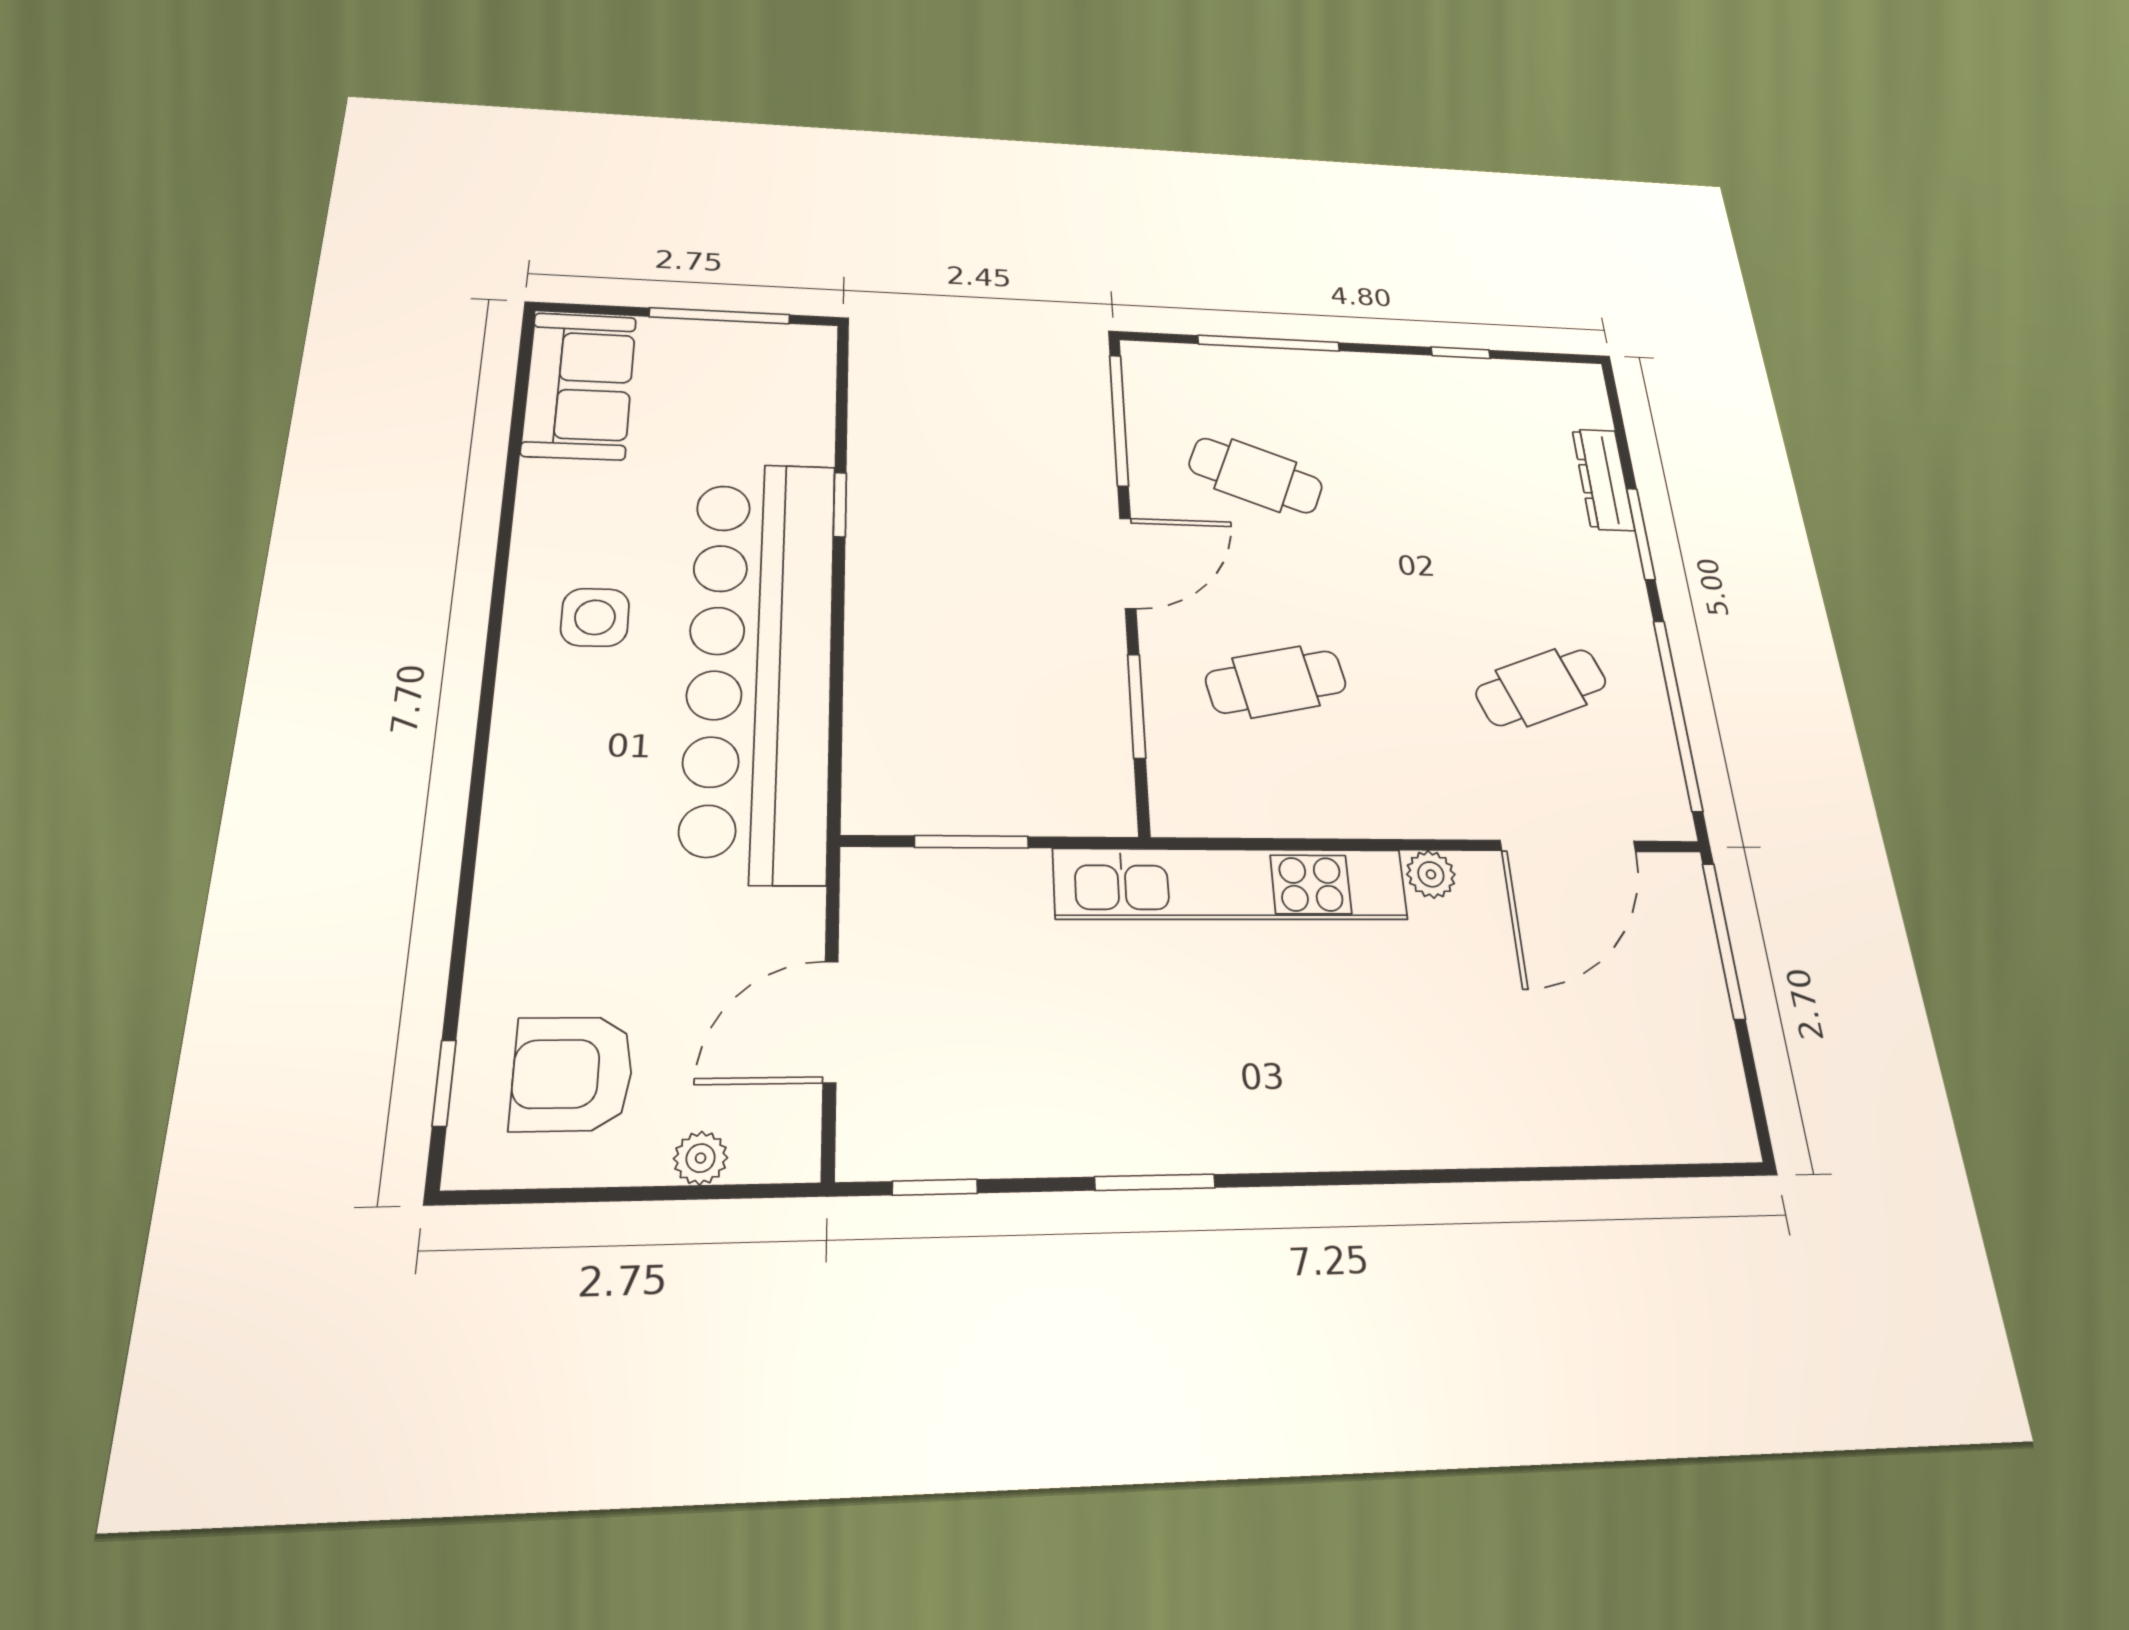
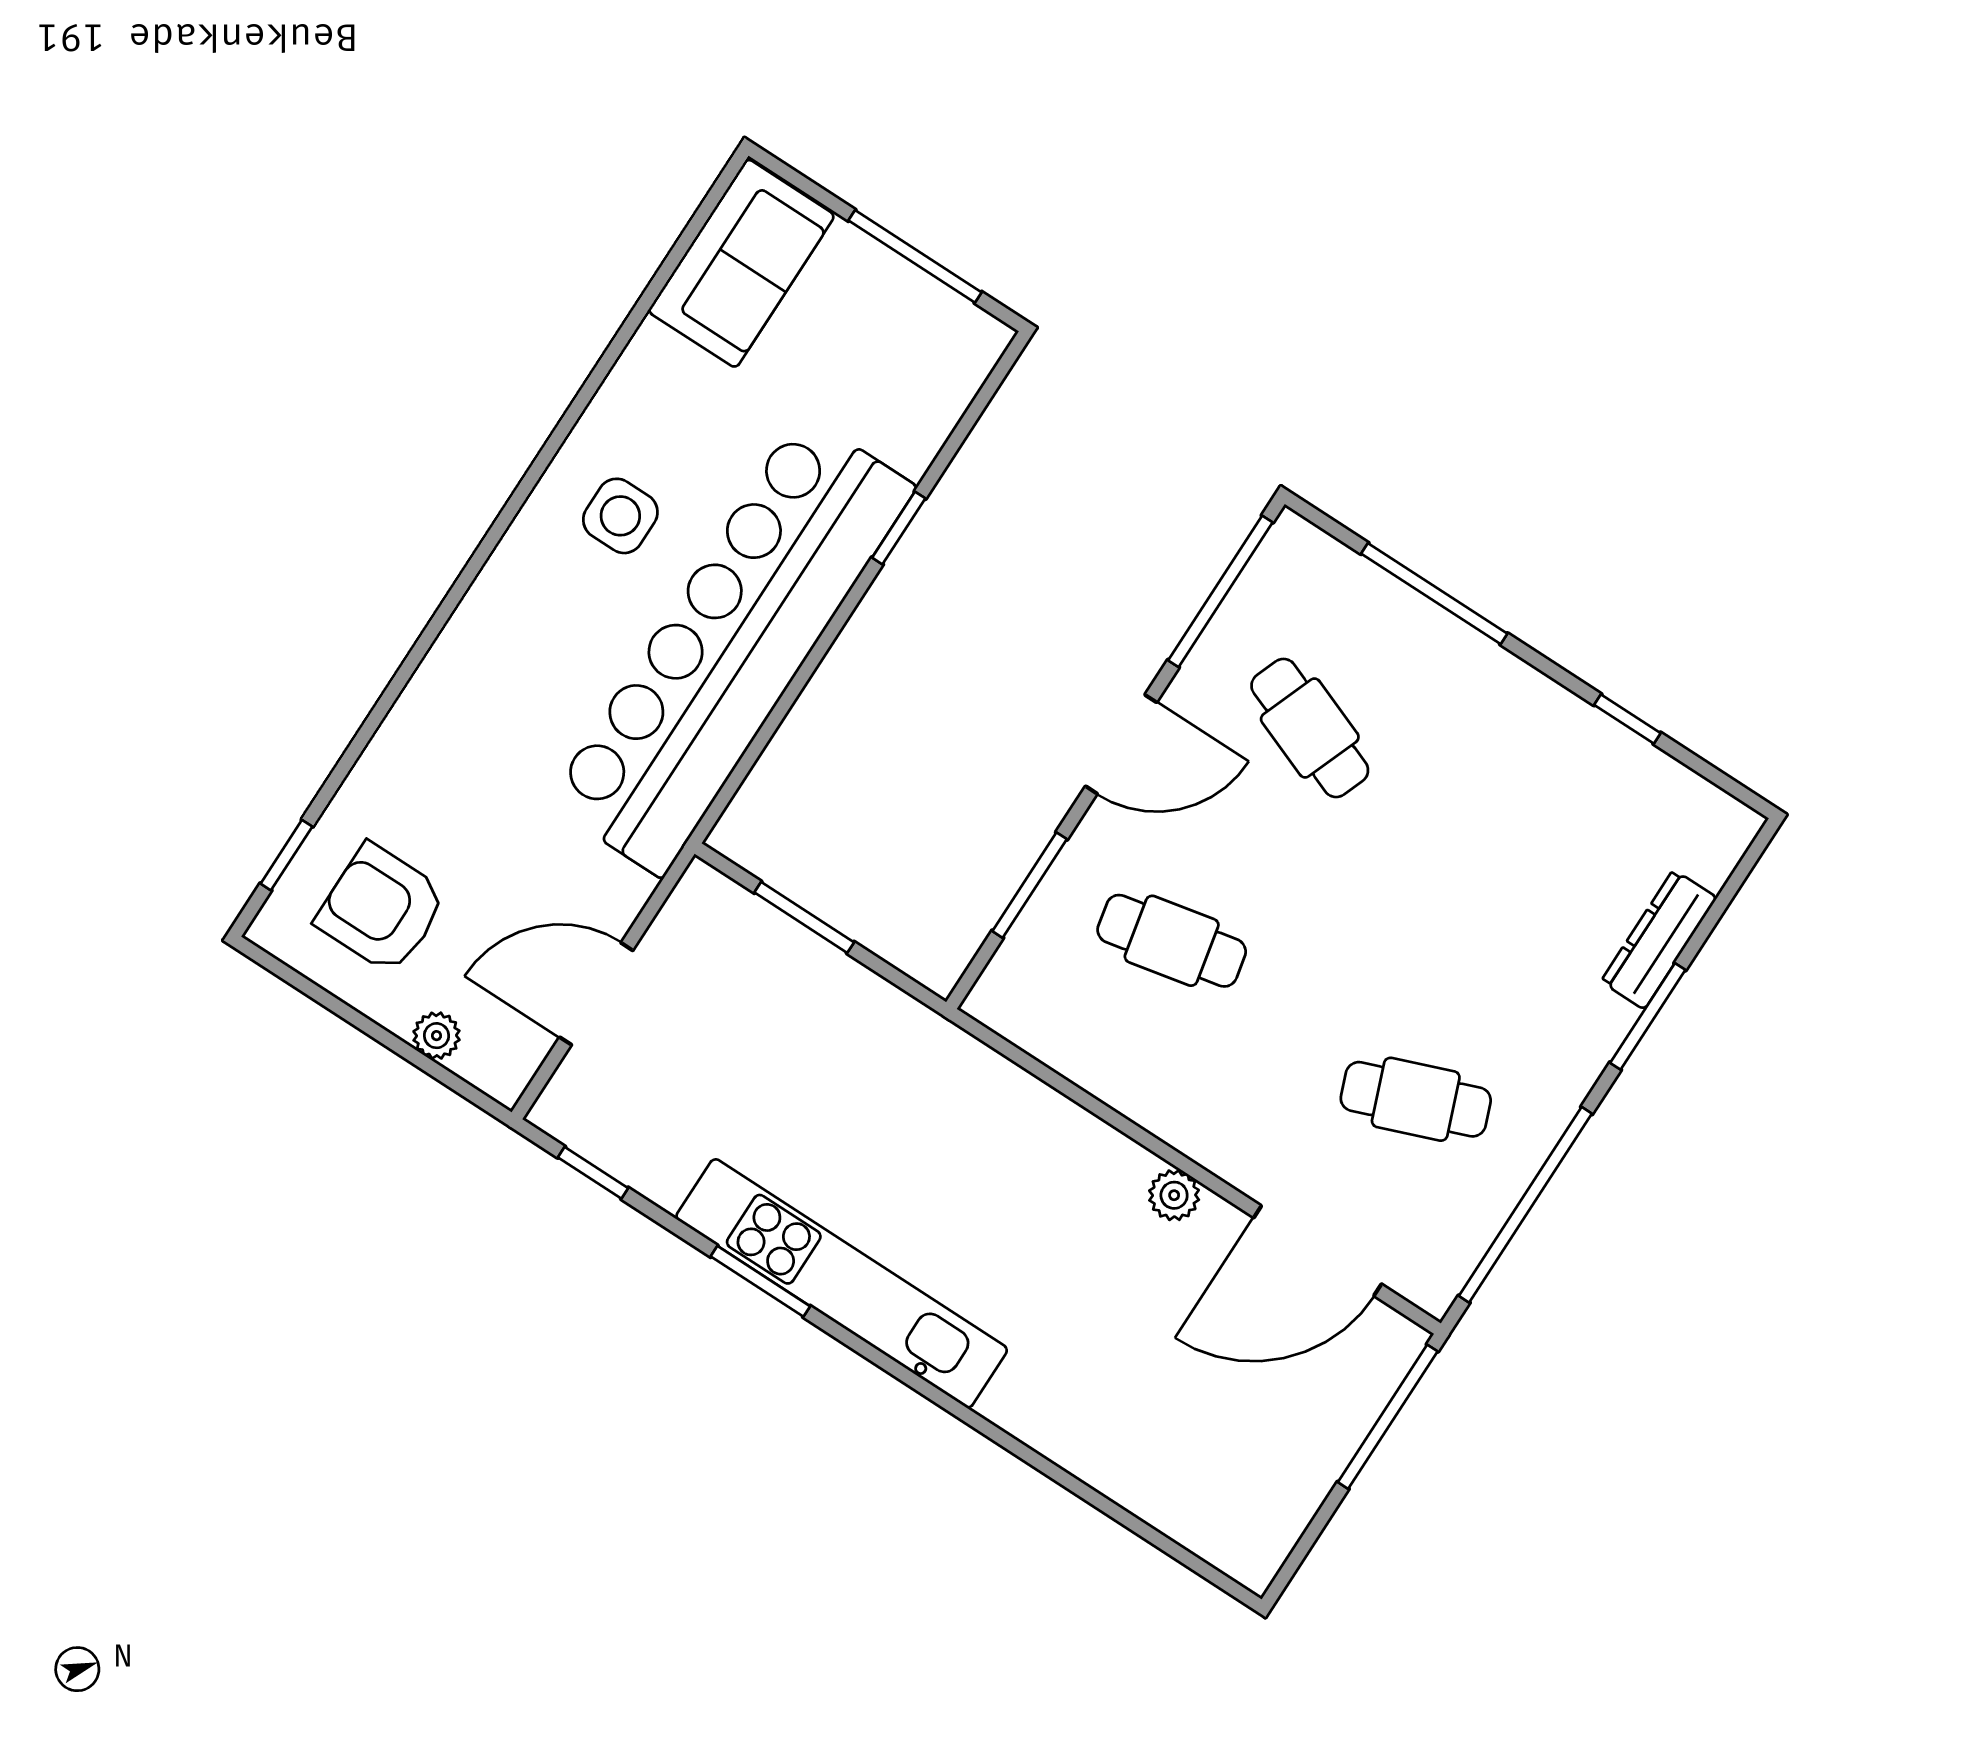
kitchen unit: (1231, 884) -> (842, 1283), moved, turned 180

